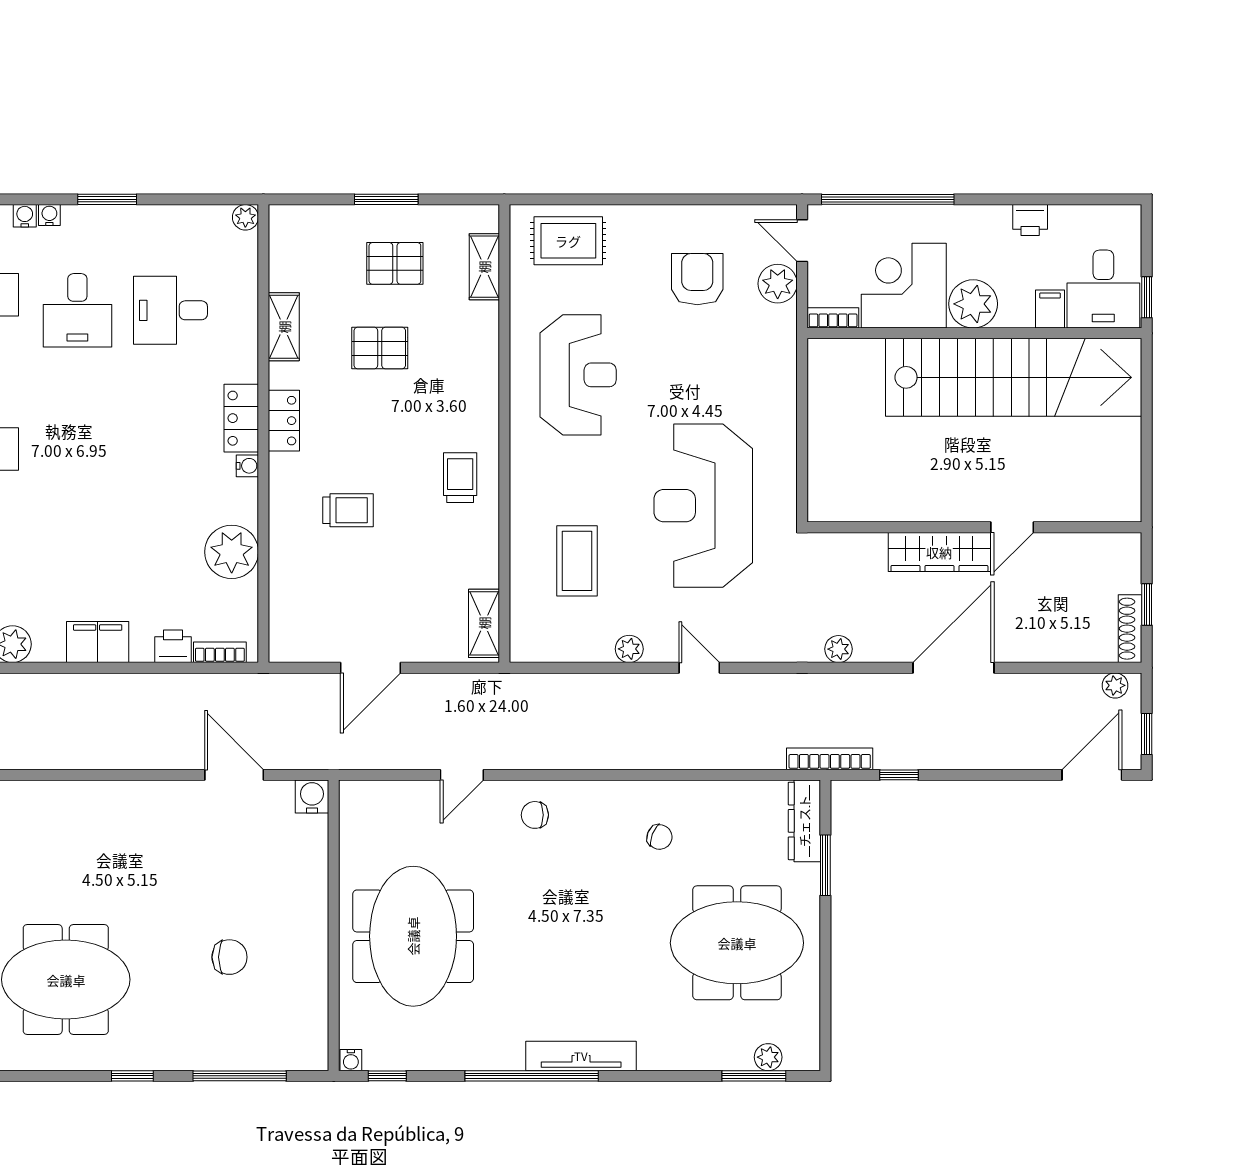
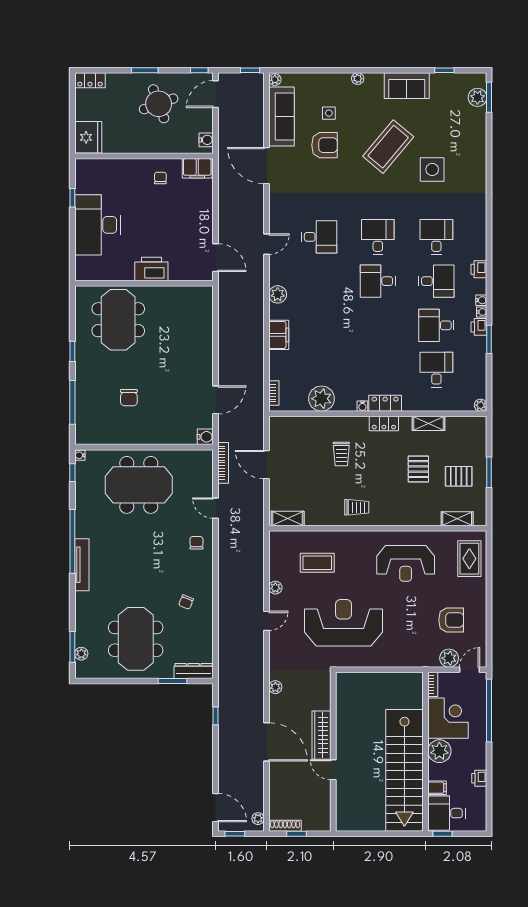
pallet: (395, 263) -> (459, 476), turned 90
printer: (173, 646) -> (479, 327), moved, turned 180
bookcase: (830, 759) -> (223, 463), moved

